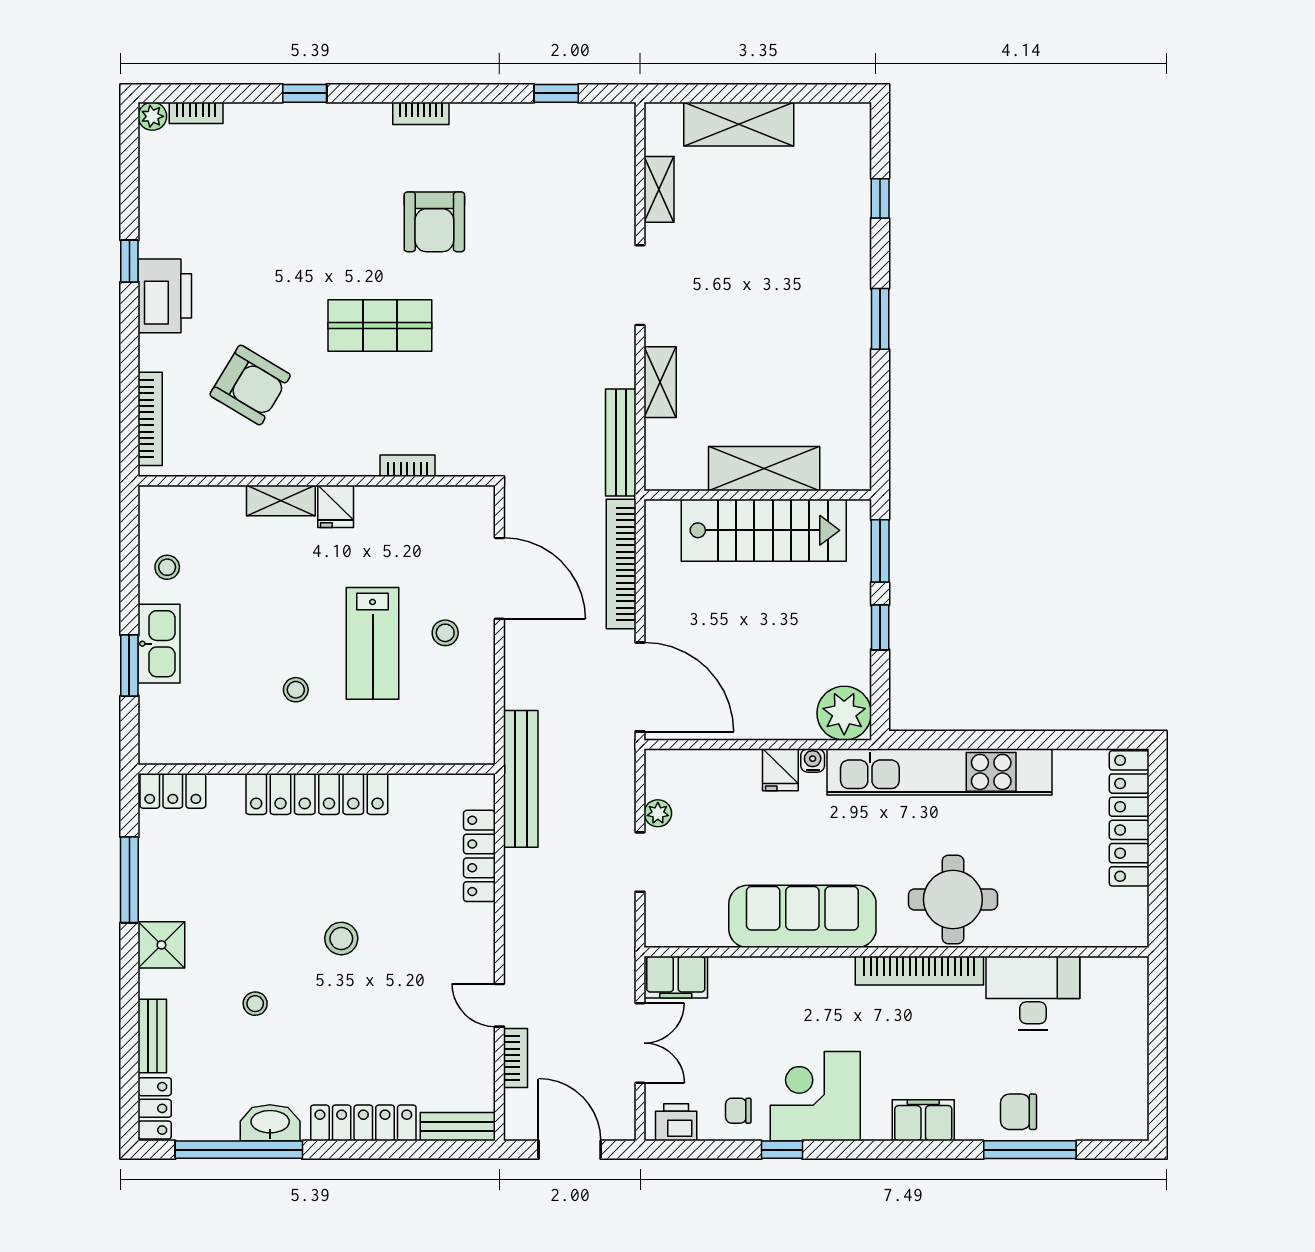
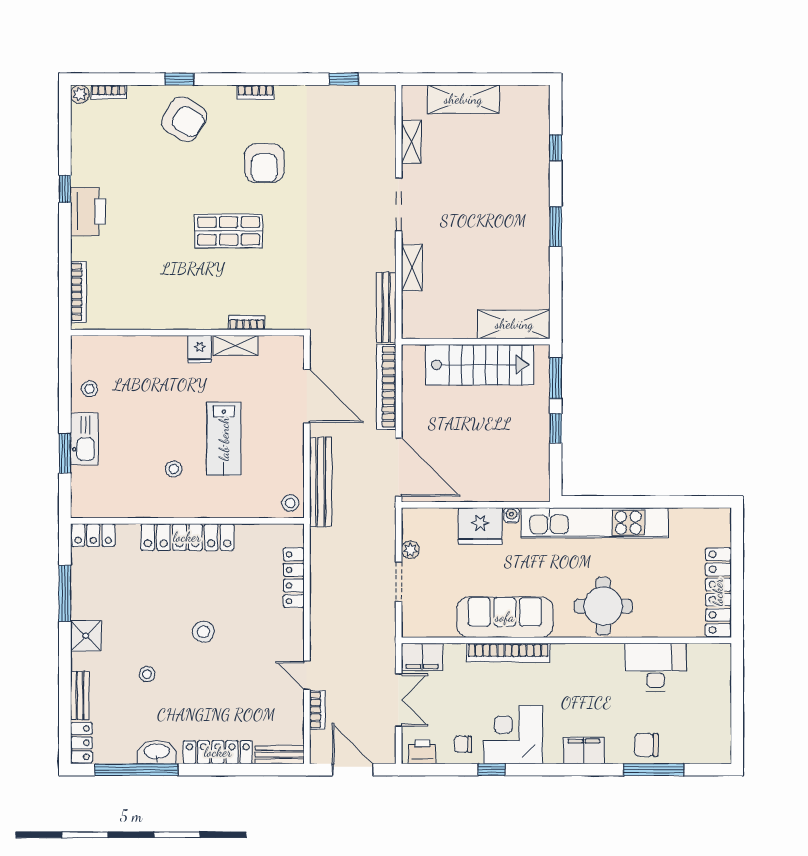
armchair: (250, 385) -> (184, 119), moved
shelving: (764, 469) -> (514, 324), moved
shelving: (281, 501) -> (236, 345), moved
stool: (445, 633) -> (290, 503), moved
plant: (844, 713) -> (532, 484), removed
fridge: (780, 770) -> (480, 526), width x1.88, depth x1.34
bench: (521, 779) -> (321, 482), moved
locker: (1129, 818) -> (718, 592), moved
bookcase: (919, 971) -> (508, 653), moved

